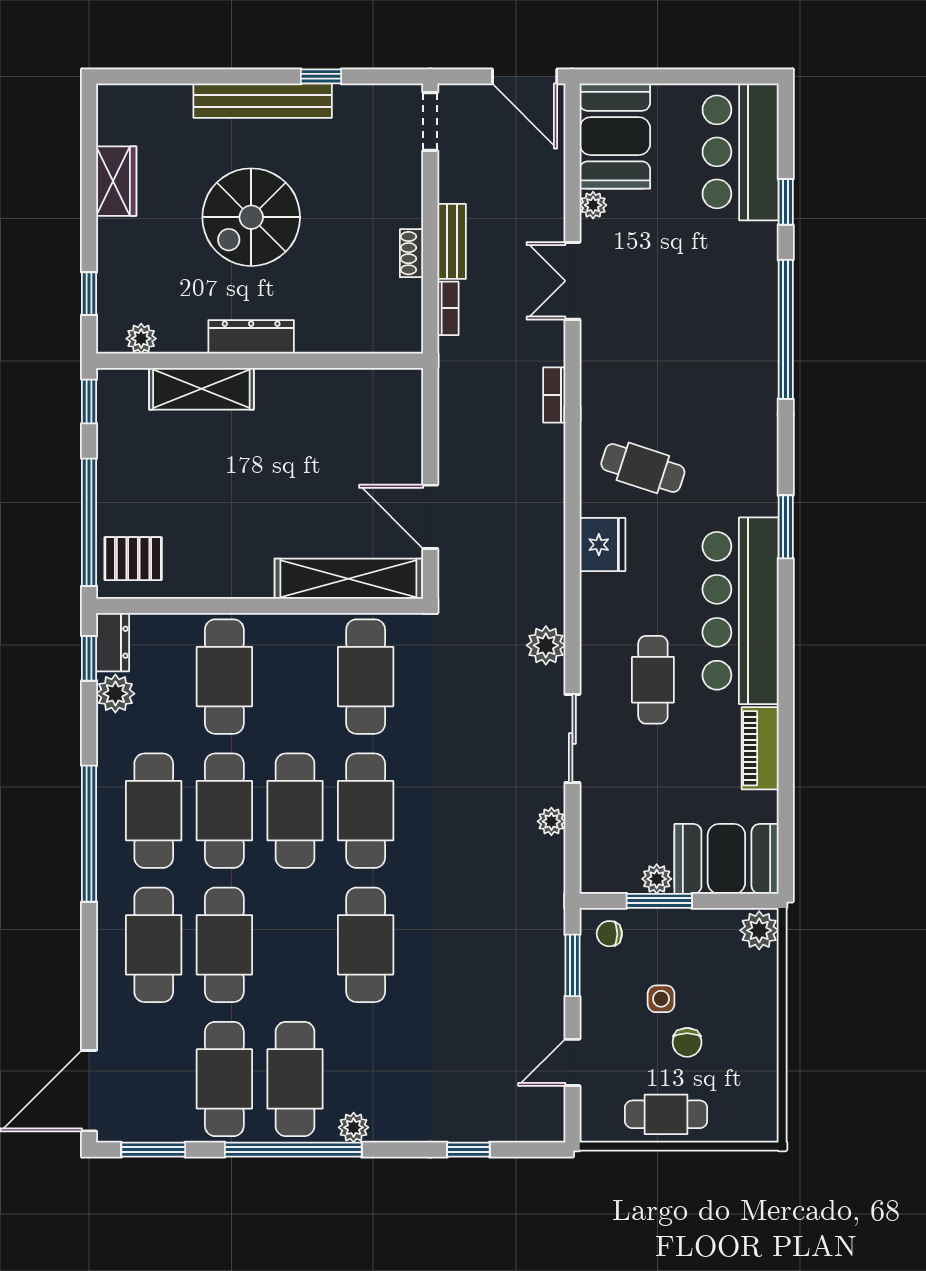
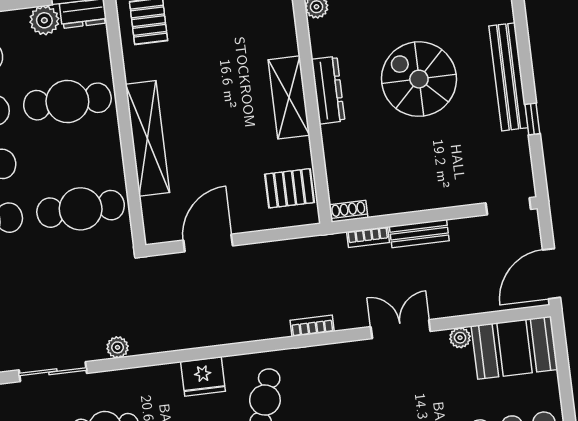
shoe rack: (411, 253) -> (349, 211), moved
shelving: (201, 389) -> (289, 97), moved
pallet: (372, 402) -> (290, 188), added
shelving: (348, 579) -> (147, 138), moved
plant: (546, 645) -> (118, 347), width x0.73, depth x0.73

